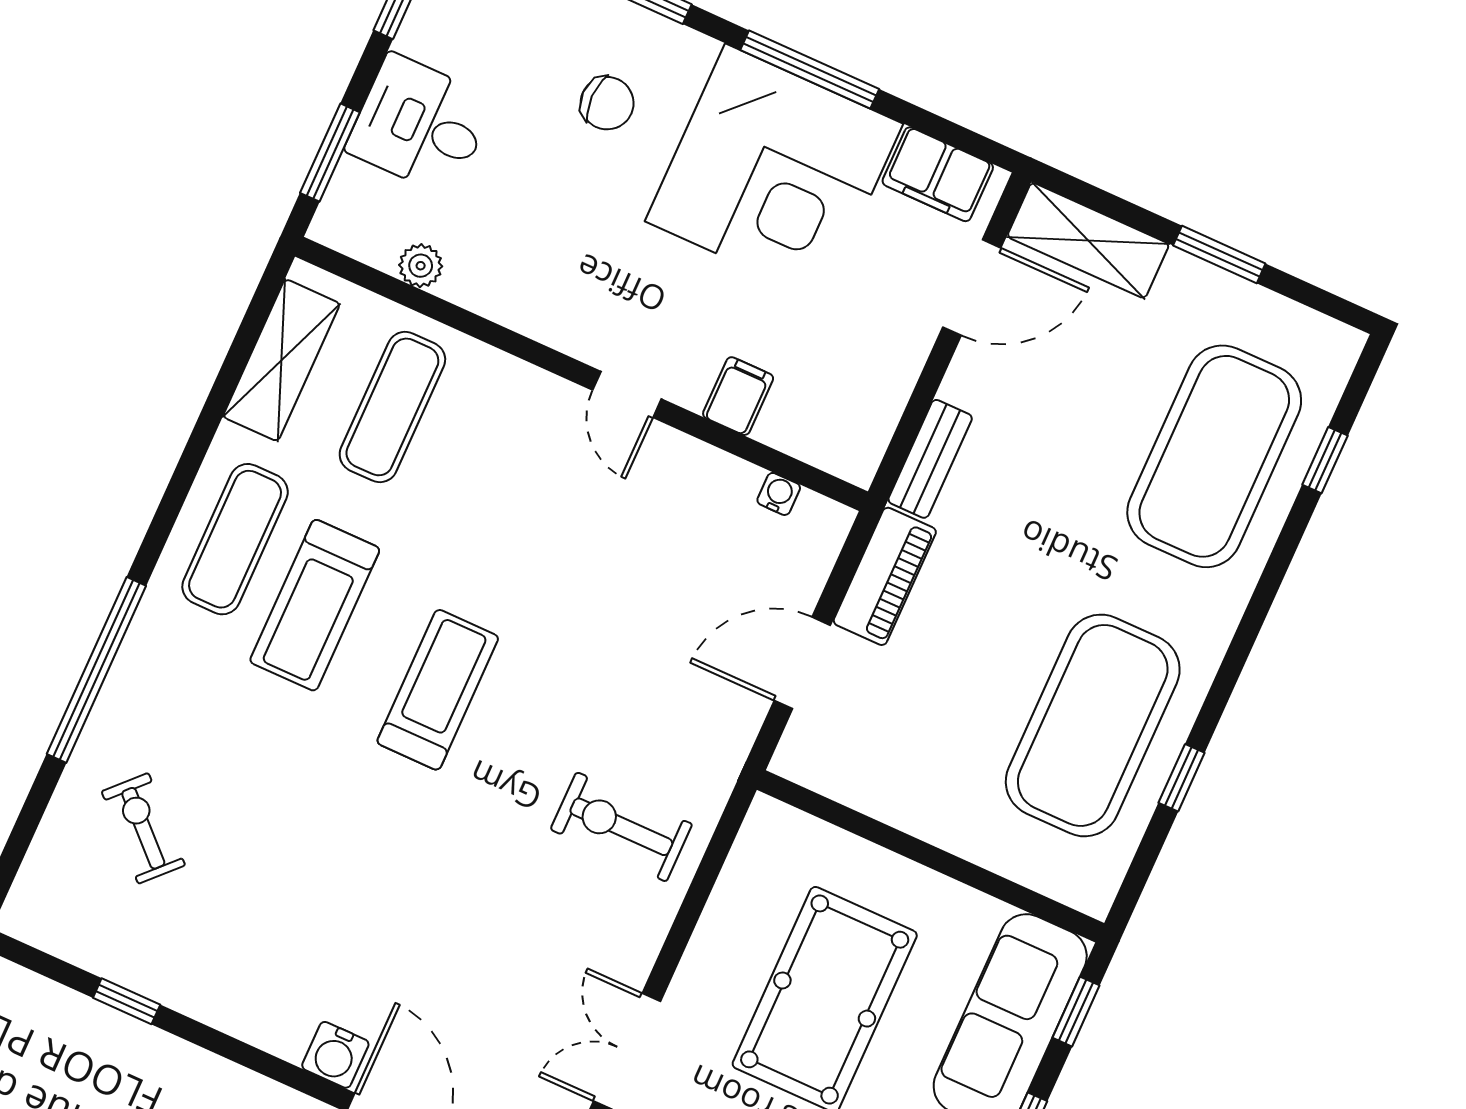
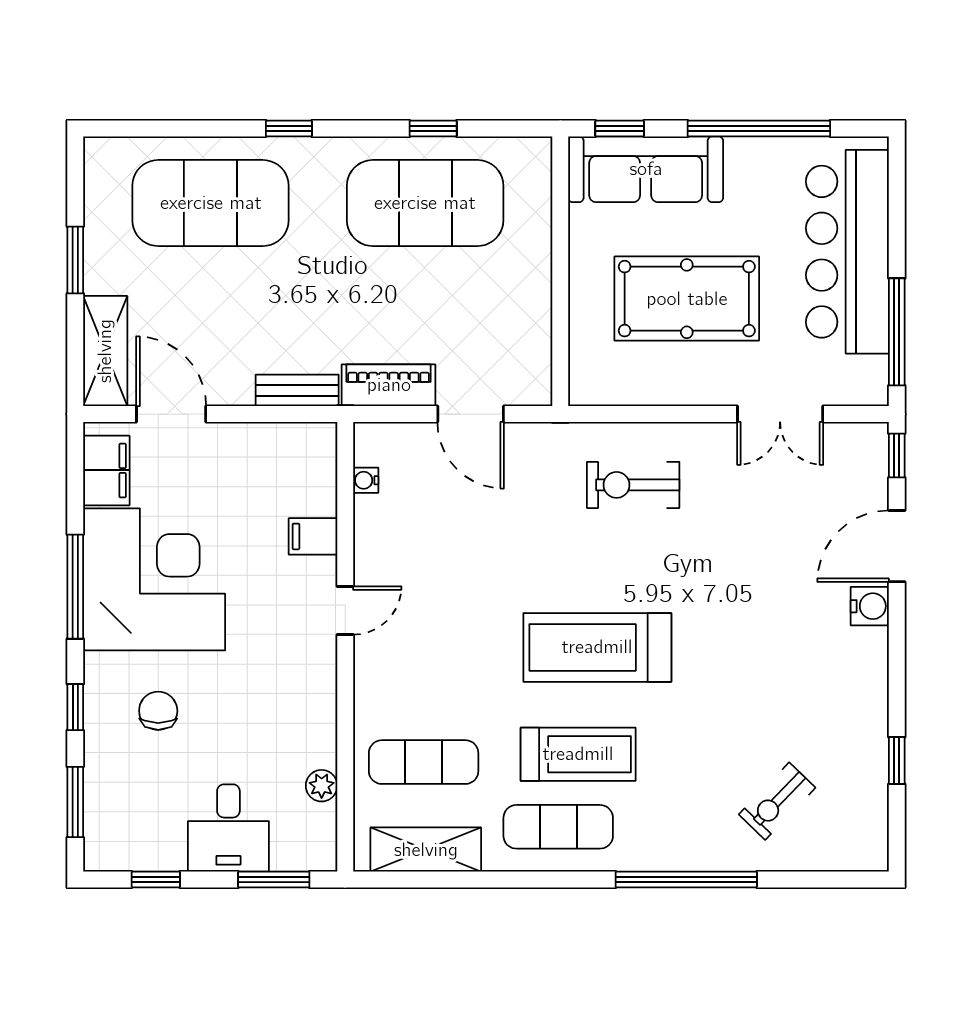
window: (1325, 460) -> (289, 129), moved
treadmill: (438, 690) -> (597, 647), width x1.37, depth x1.38
exercise bike: (621, 827) -> (633, 485), turned 90

